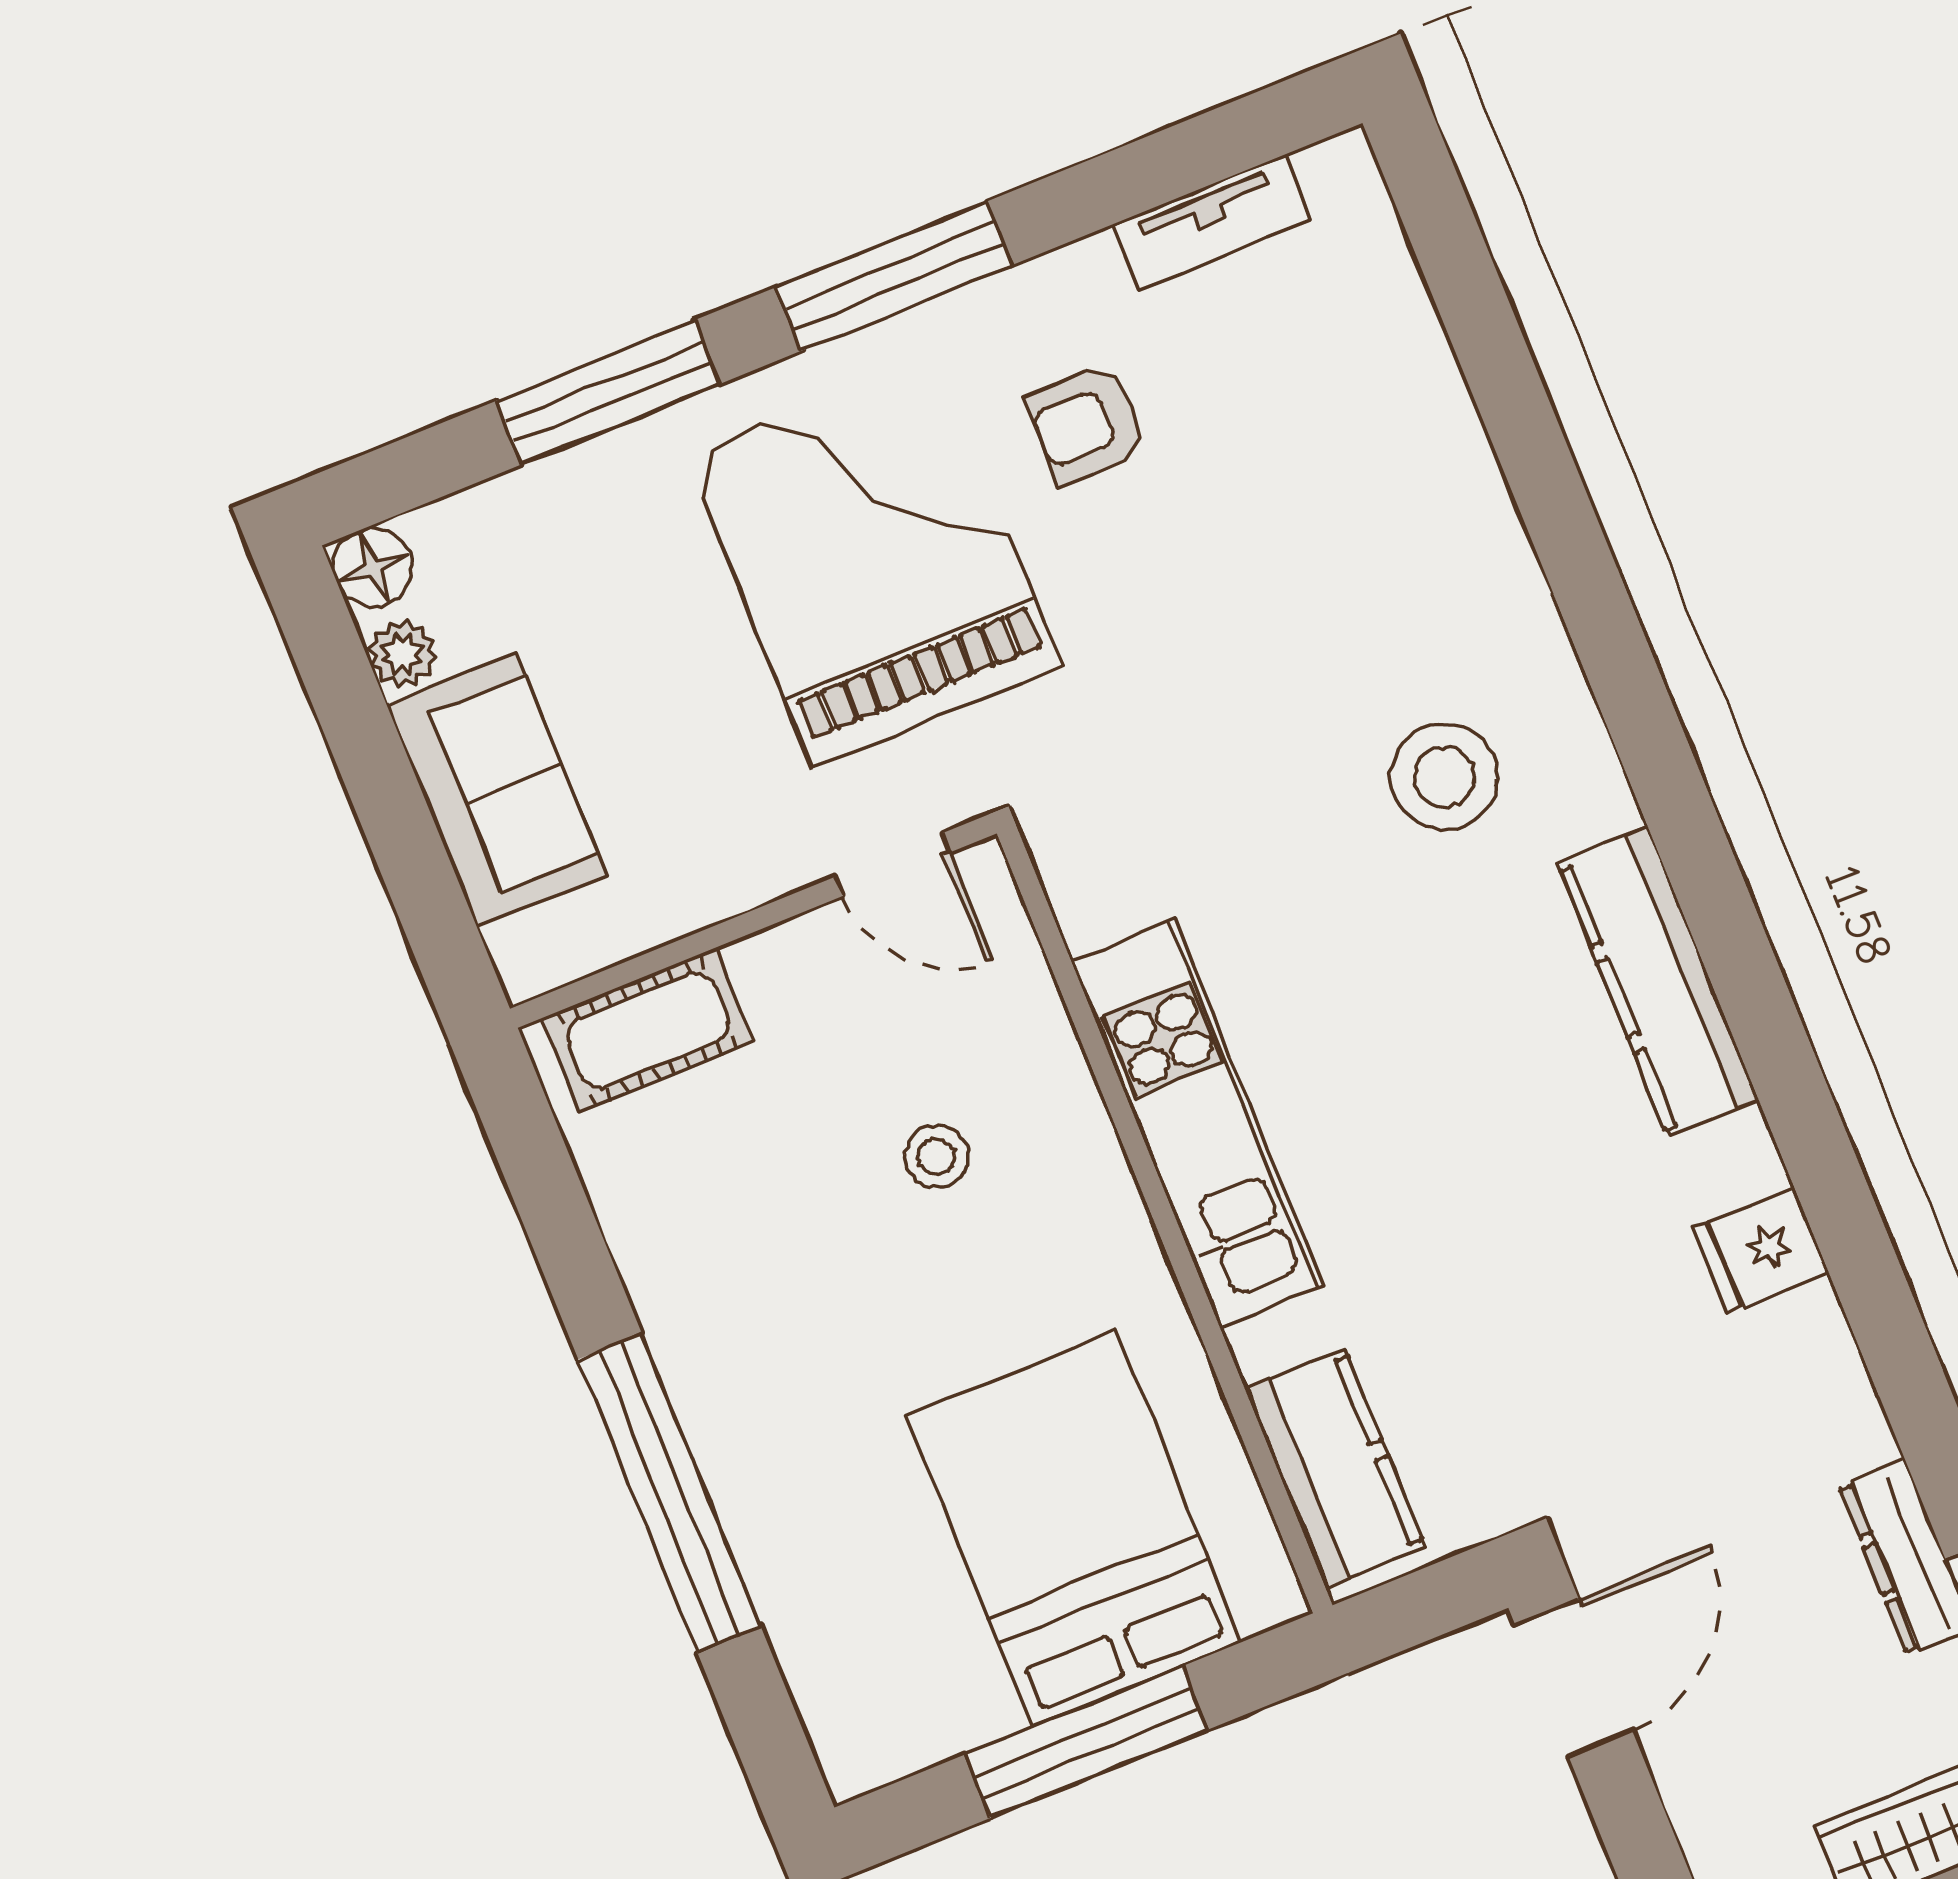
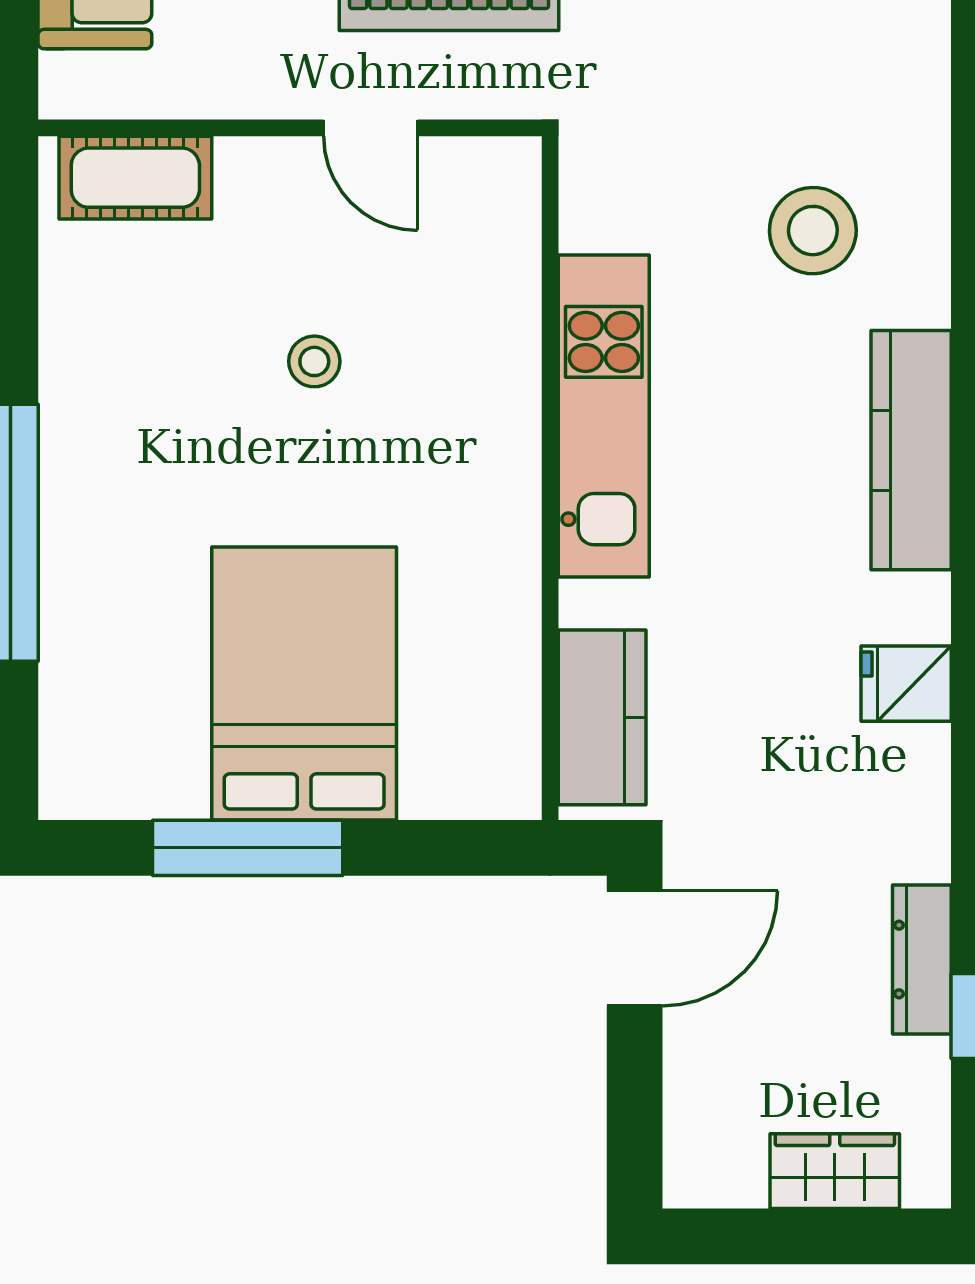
kitchen unit: (1197, 1124) -> (604, 416), moved
wall: (1165, 1219) -> (550, 478), moved
kitchen counter: (1335, 1468) -> (602, 717), moved

